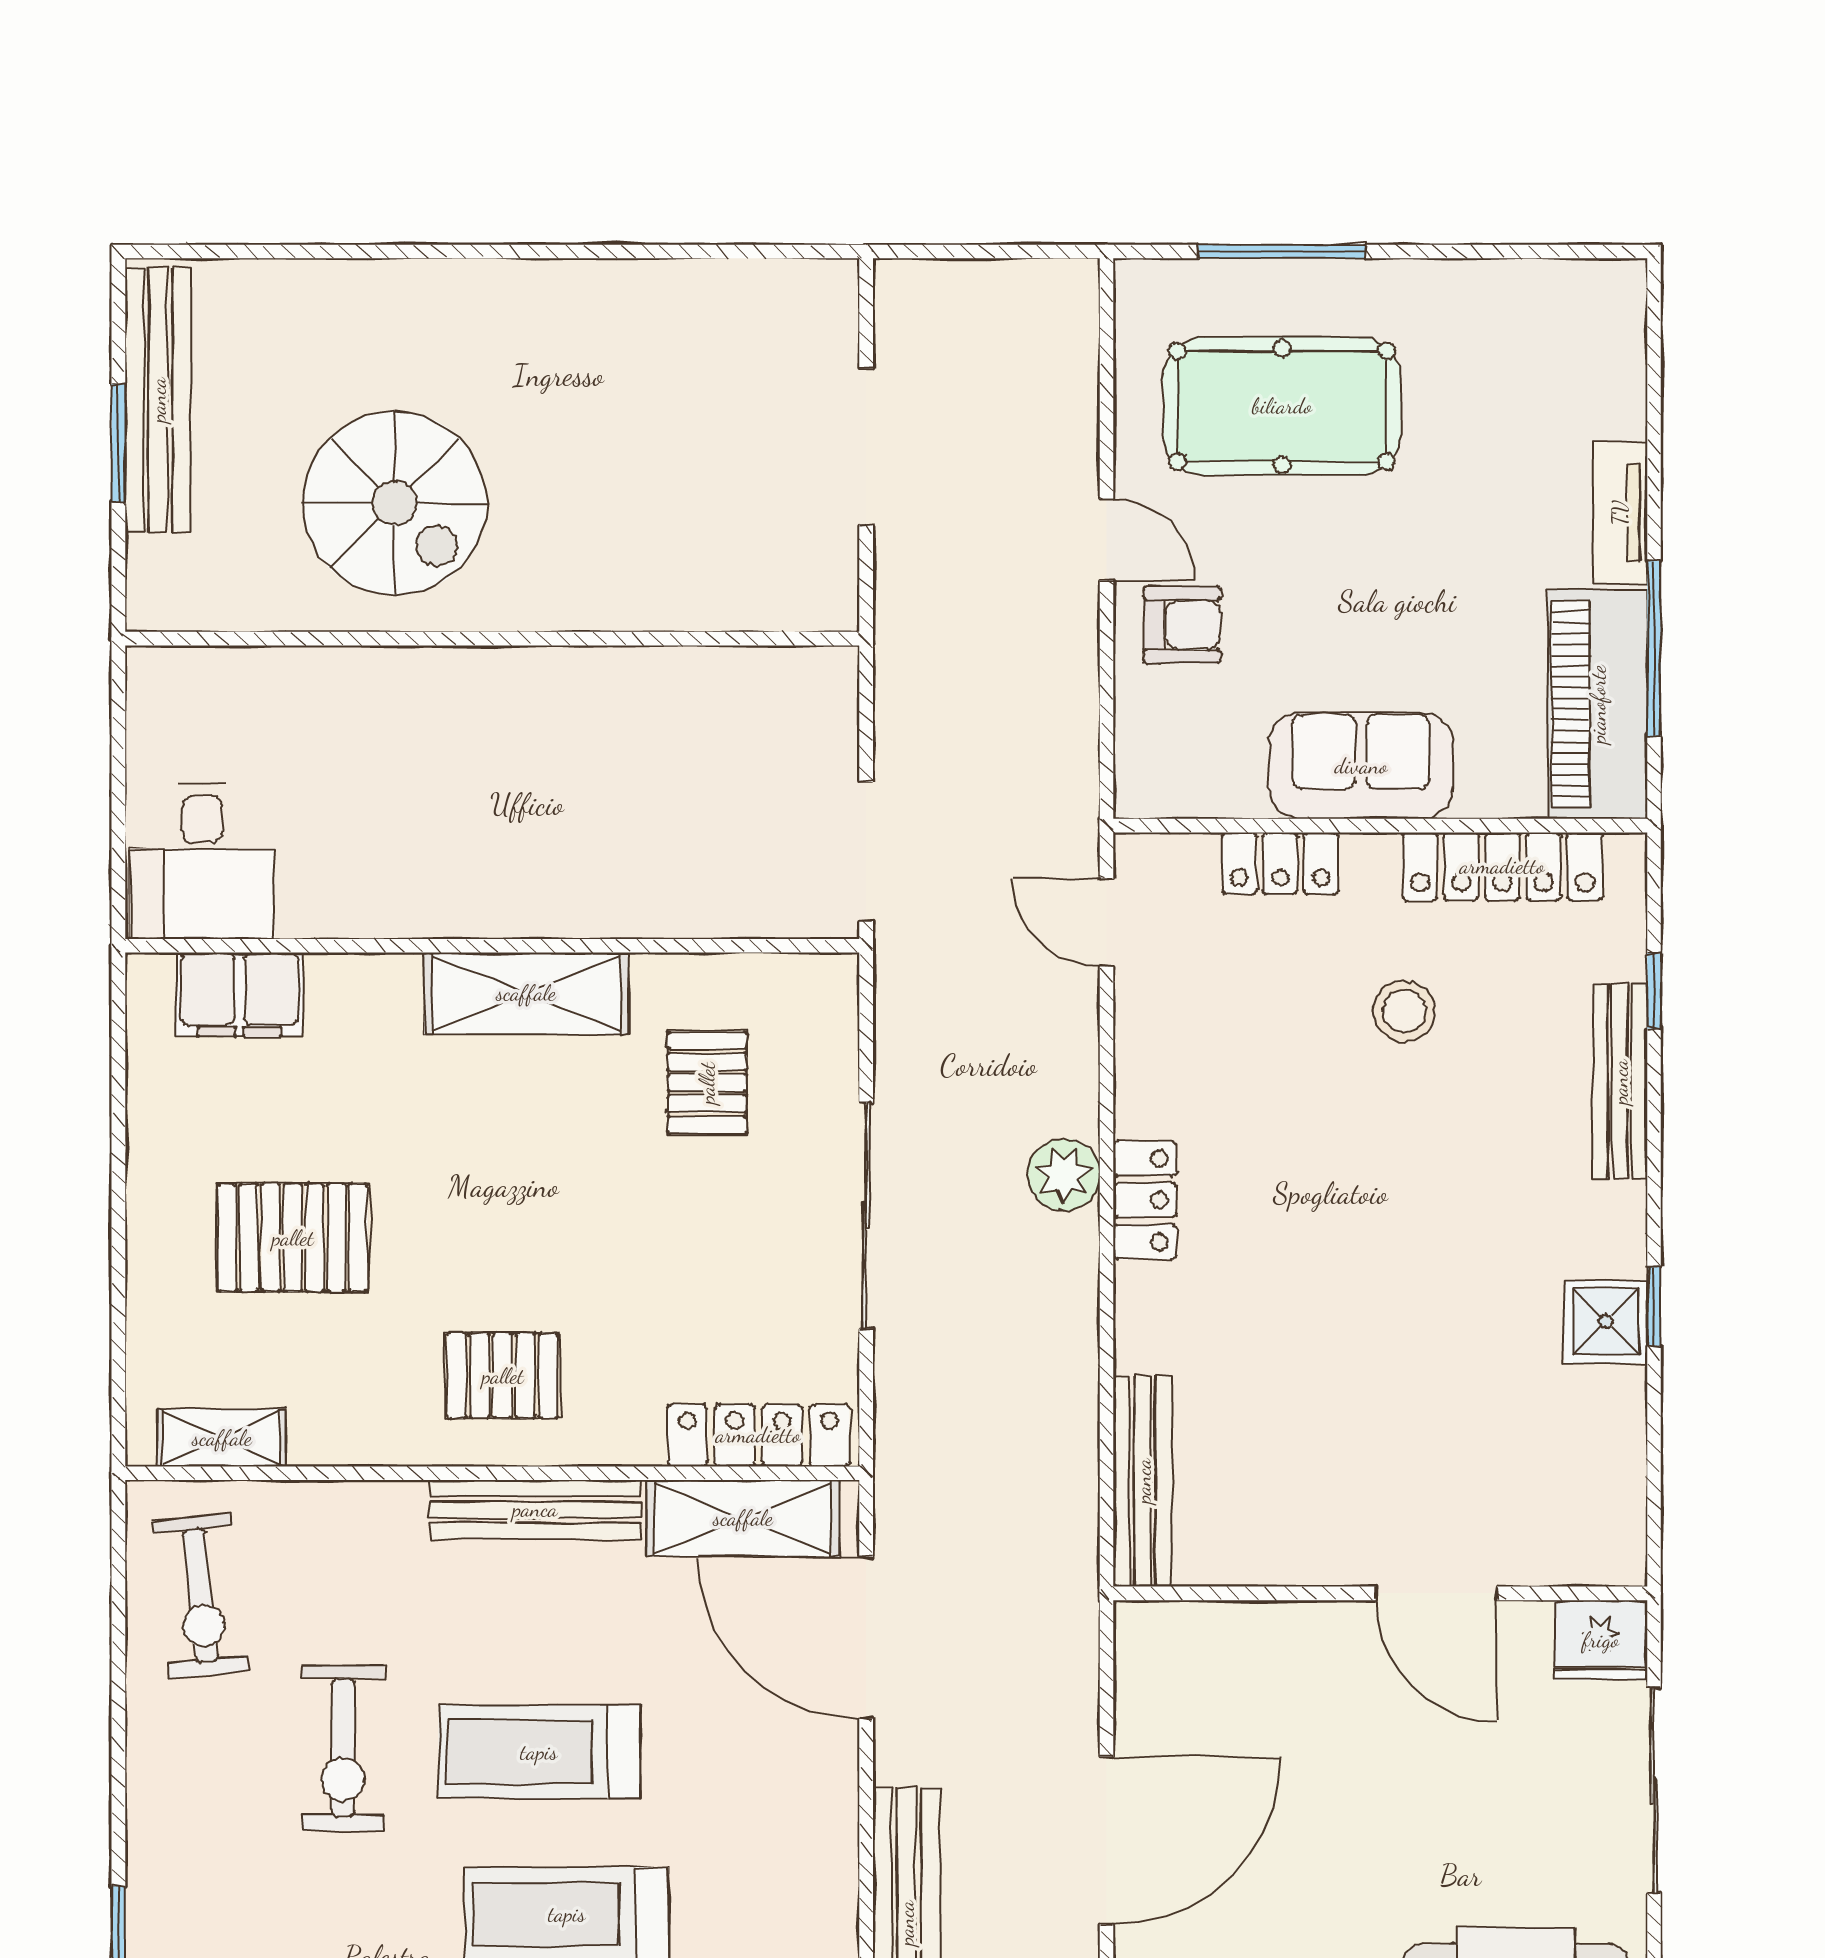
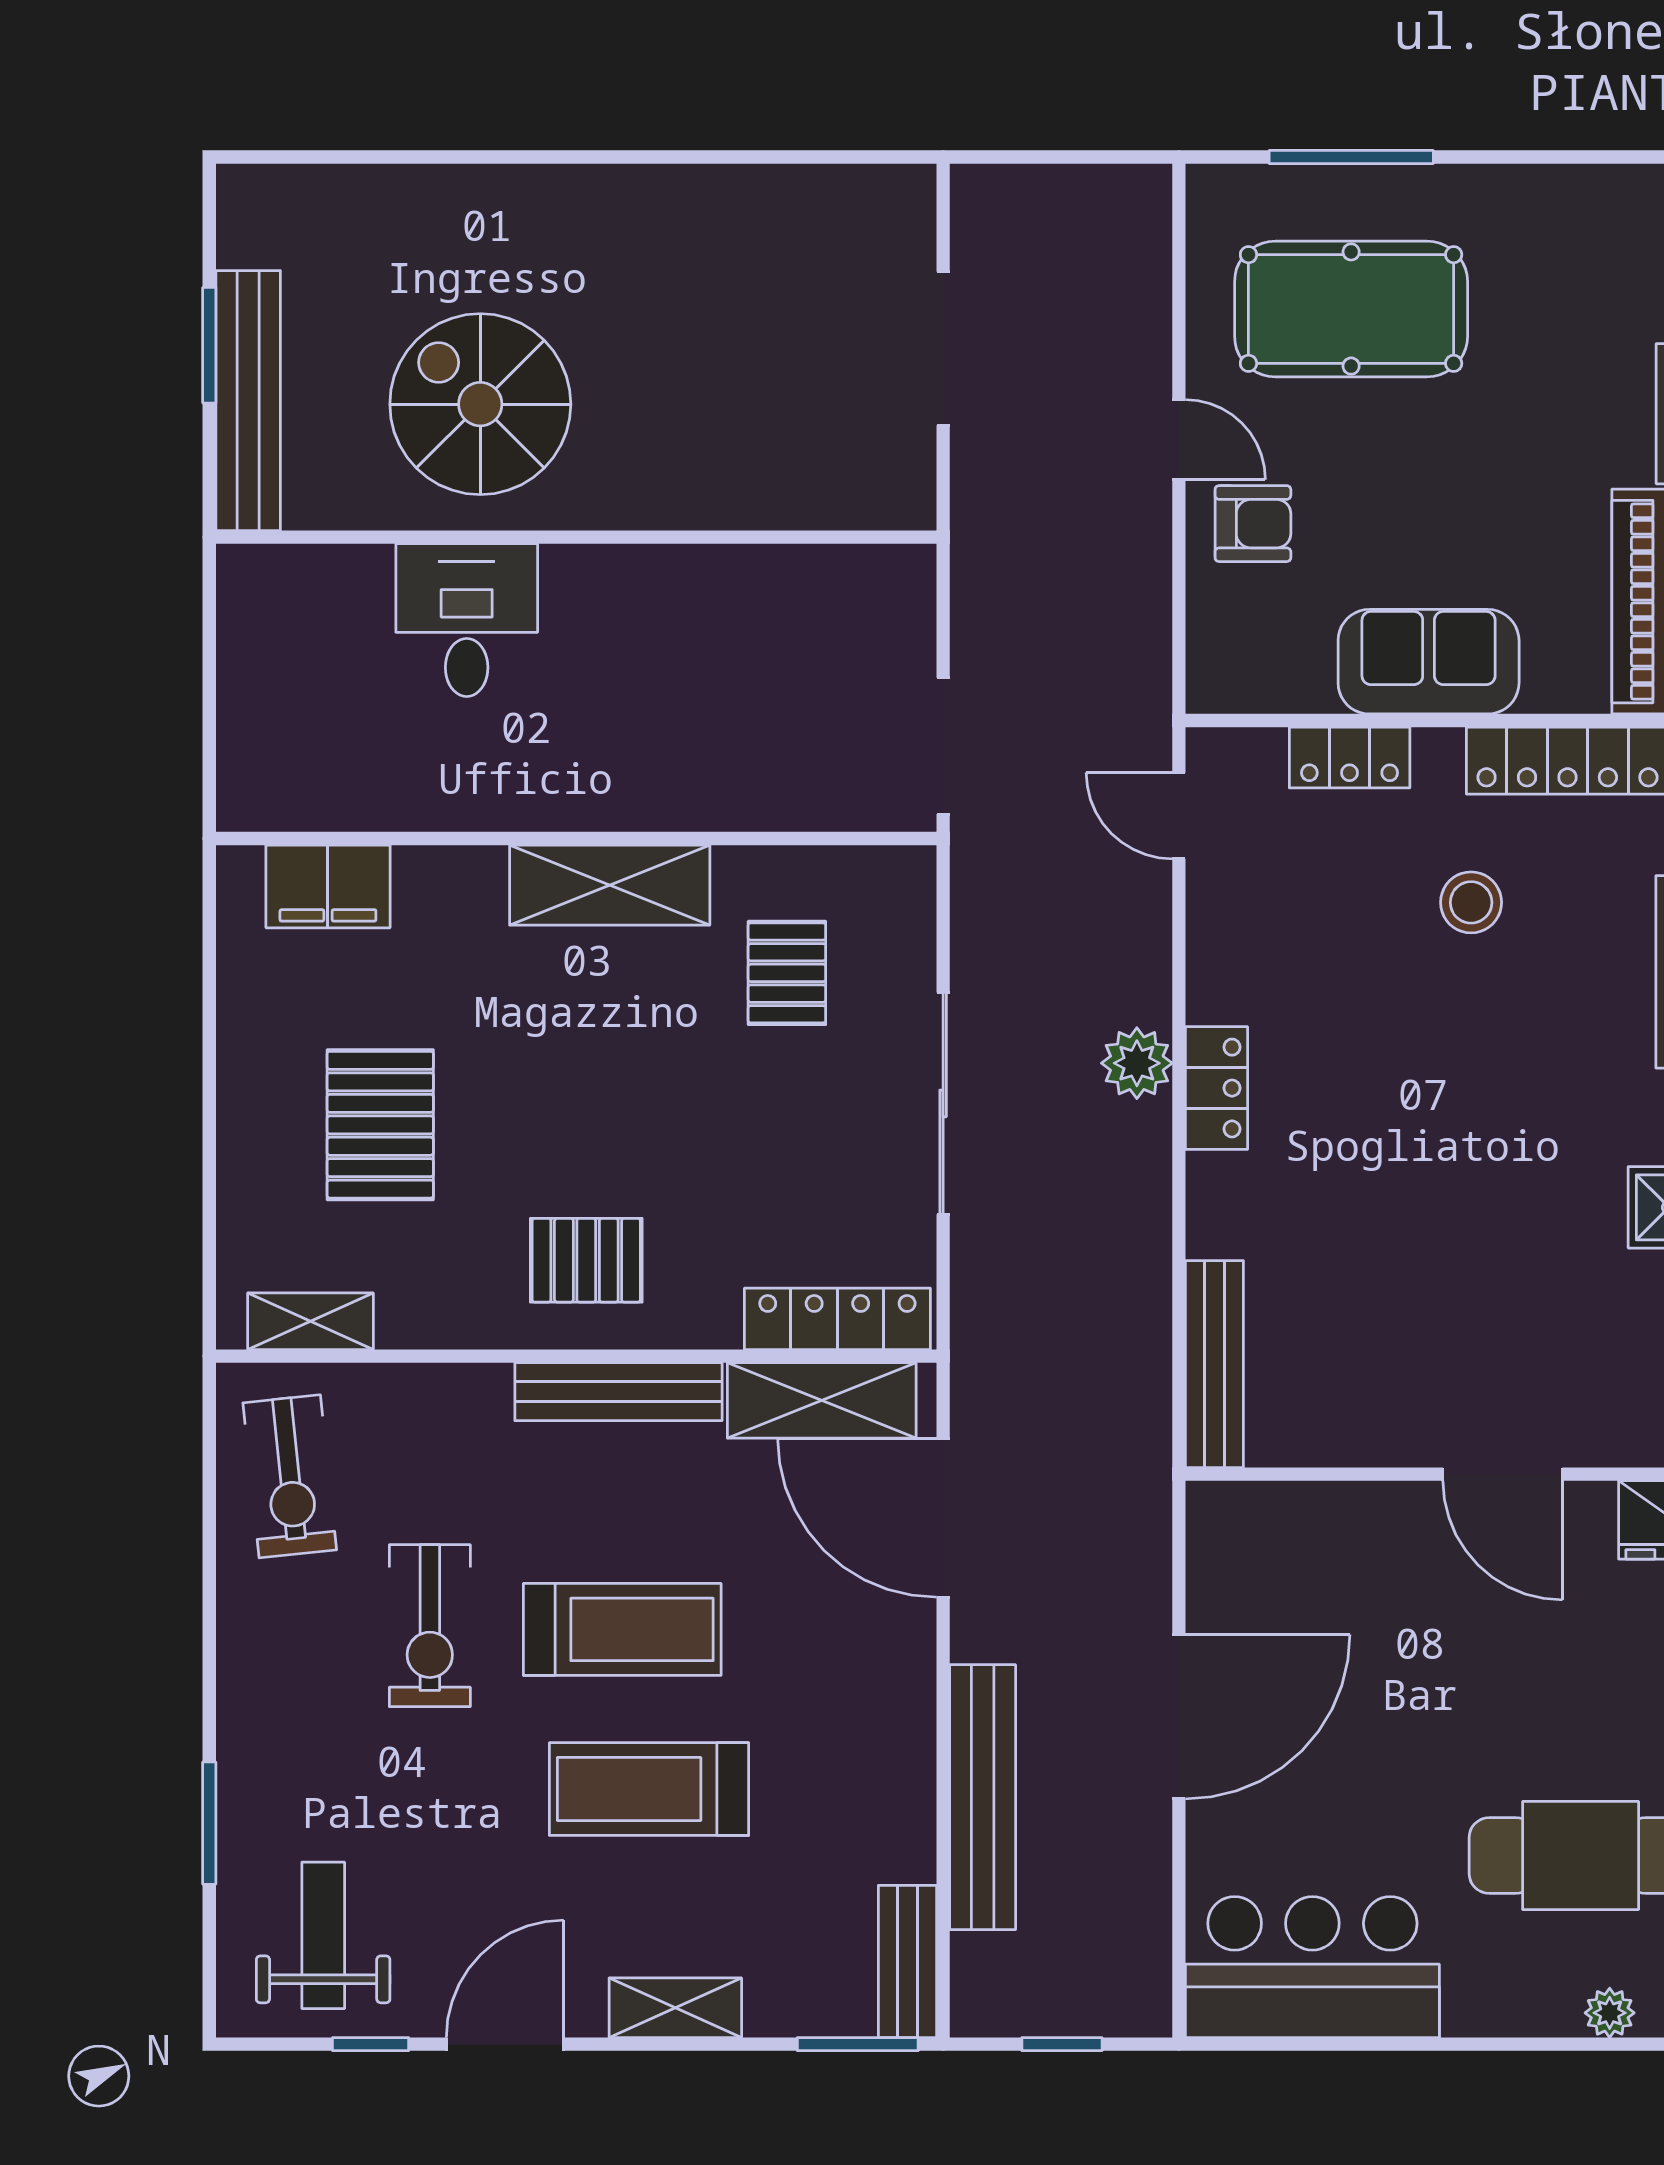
bench: (158, 400) -> (248, 401), moved
spiral stairs: (395, 503) -> (480, 404), turned 180
desk: (202, 861) -> (467, 620), moved, turned 180
pallet: (293, 1238) -> (380, 1125), turned 90
treadmill: (539, 1752) -> (622, 1629), turned 180

